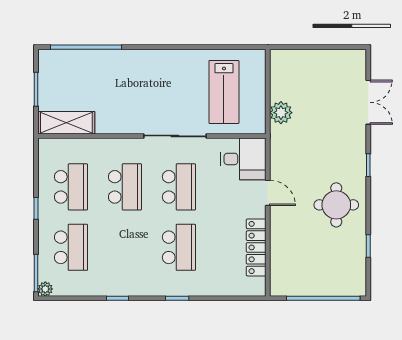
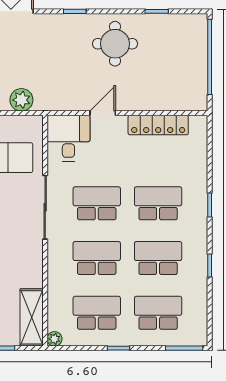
school desk: (125, 247) -> (158, 258), added
plant: (45, 289) -> (54, 339), moved

